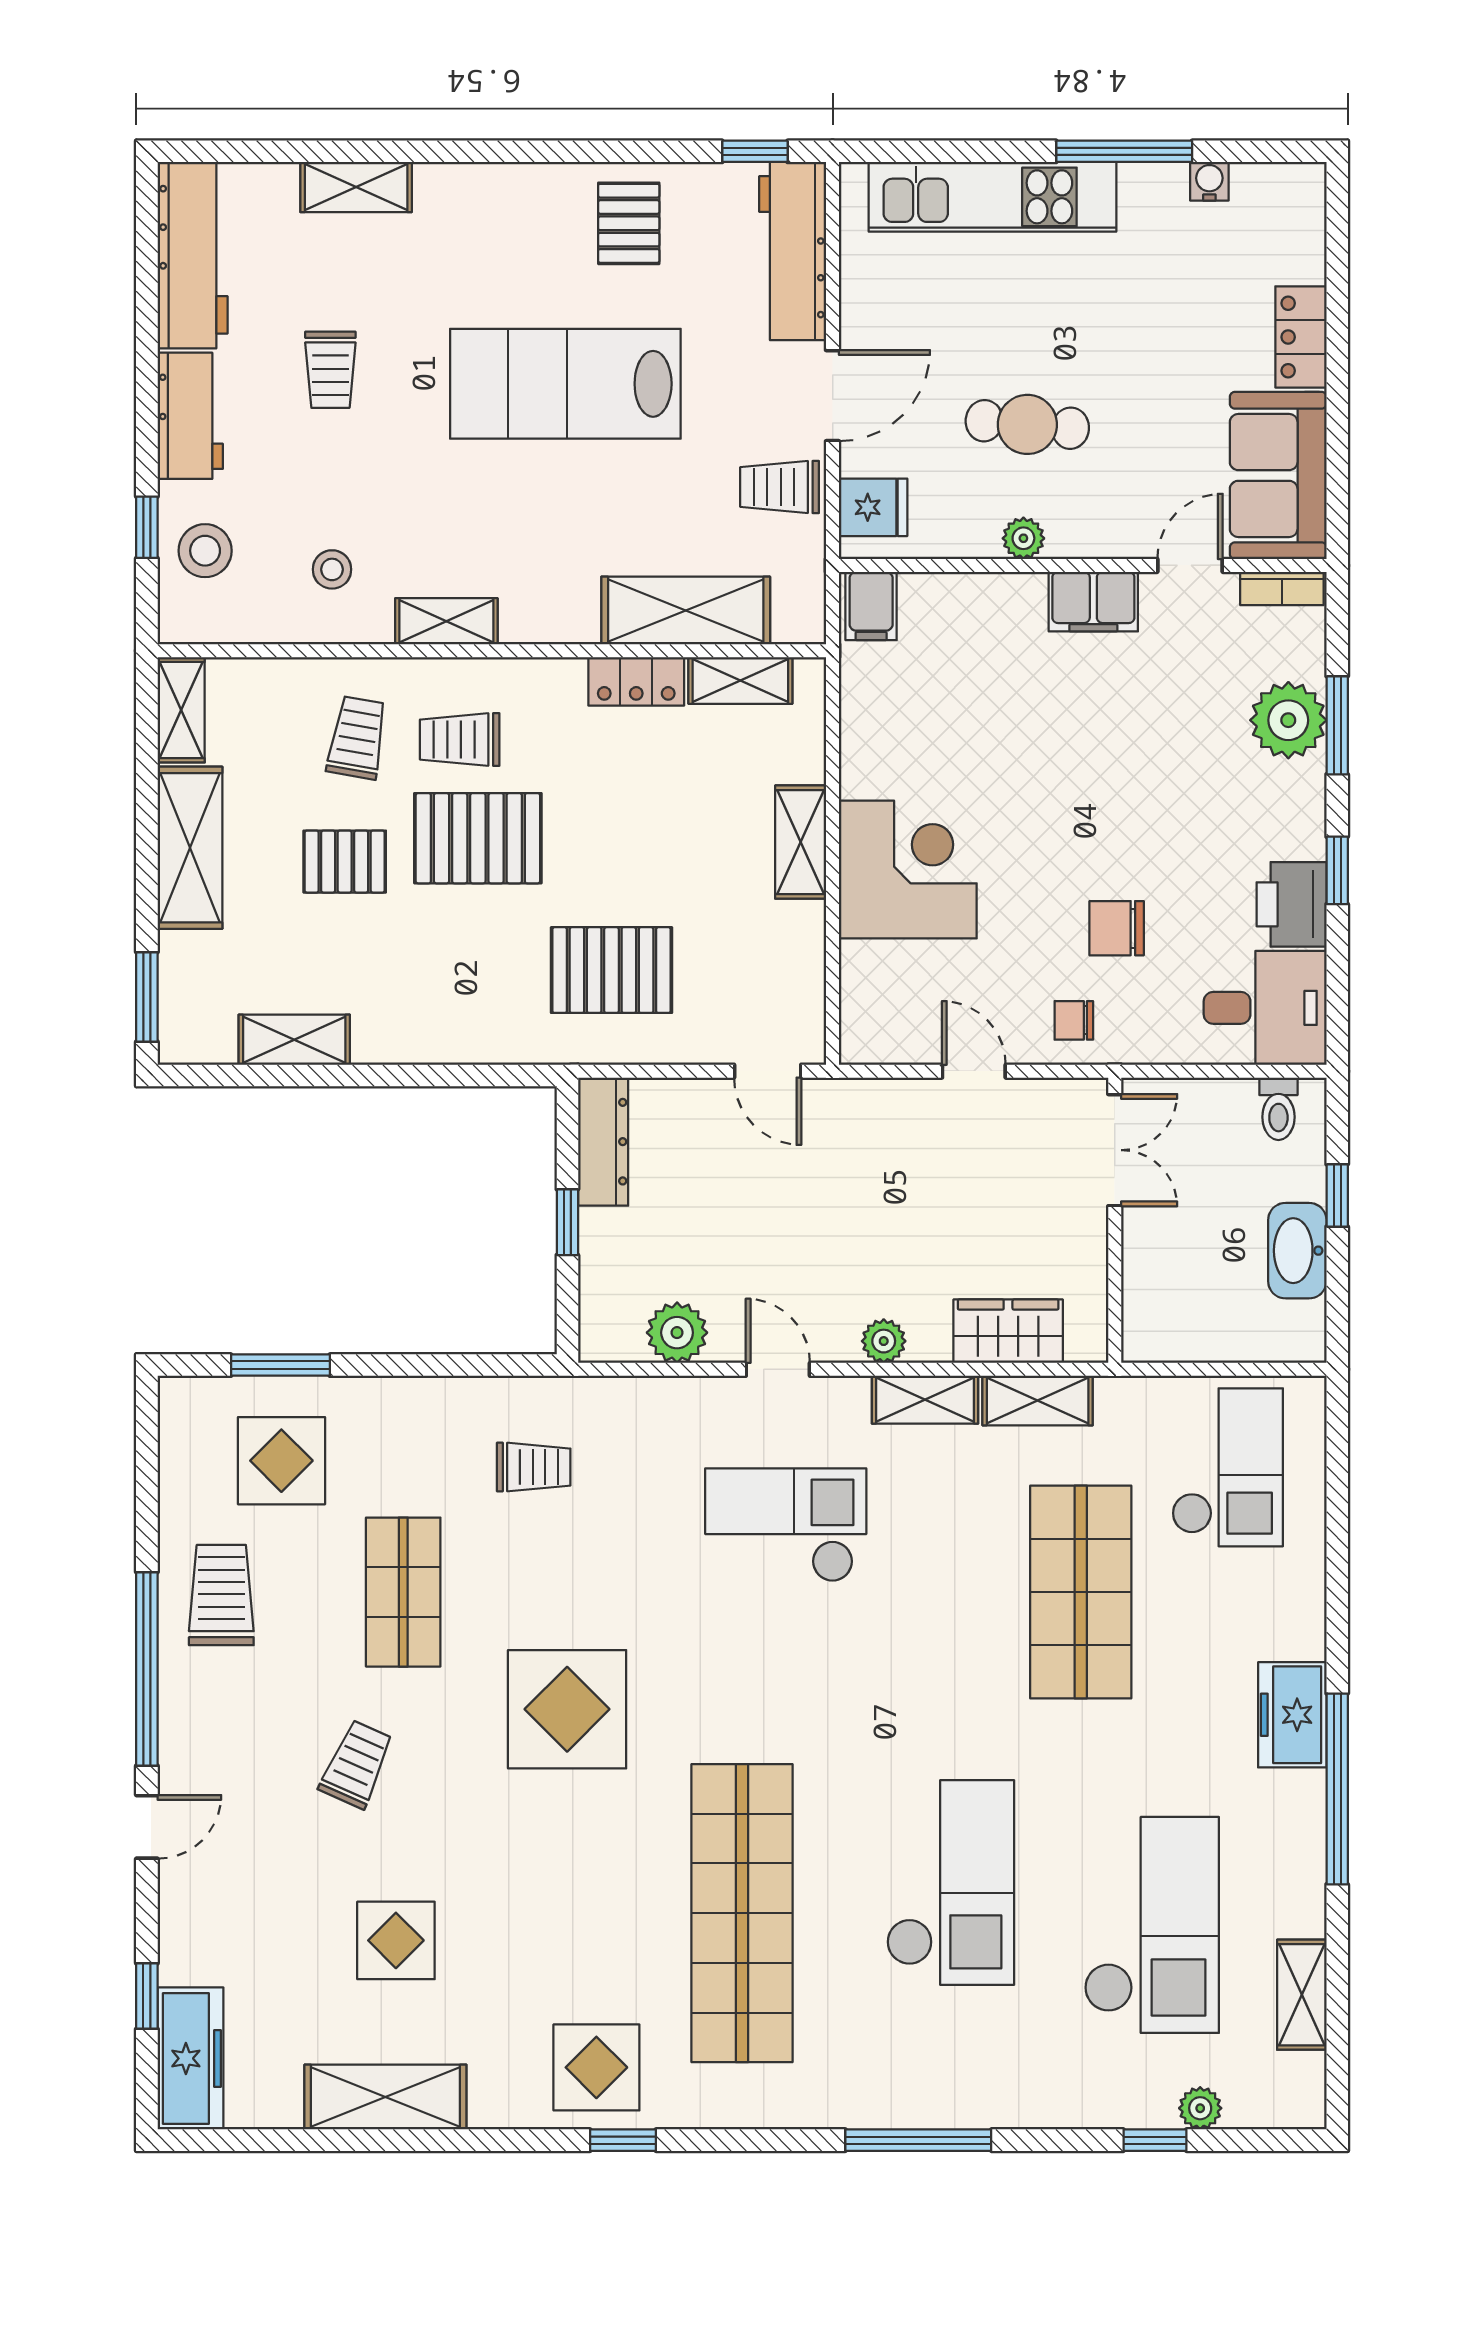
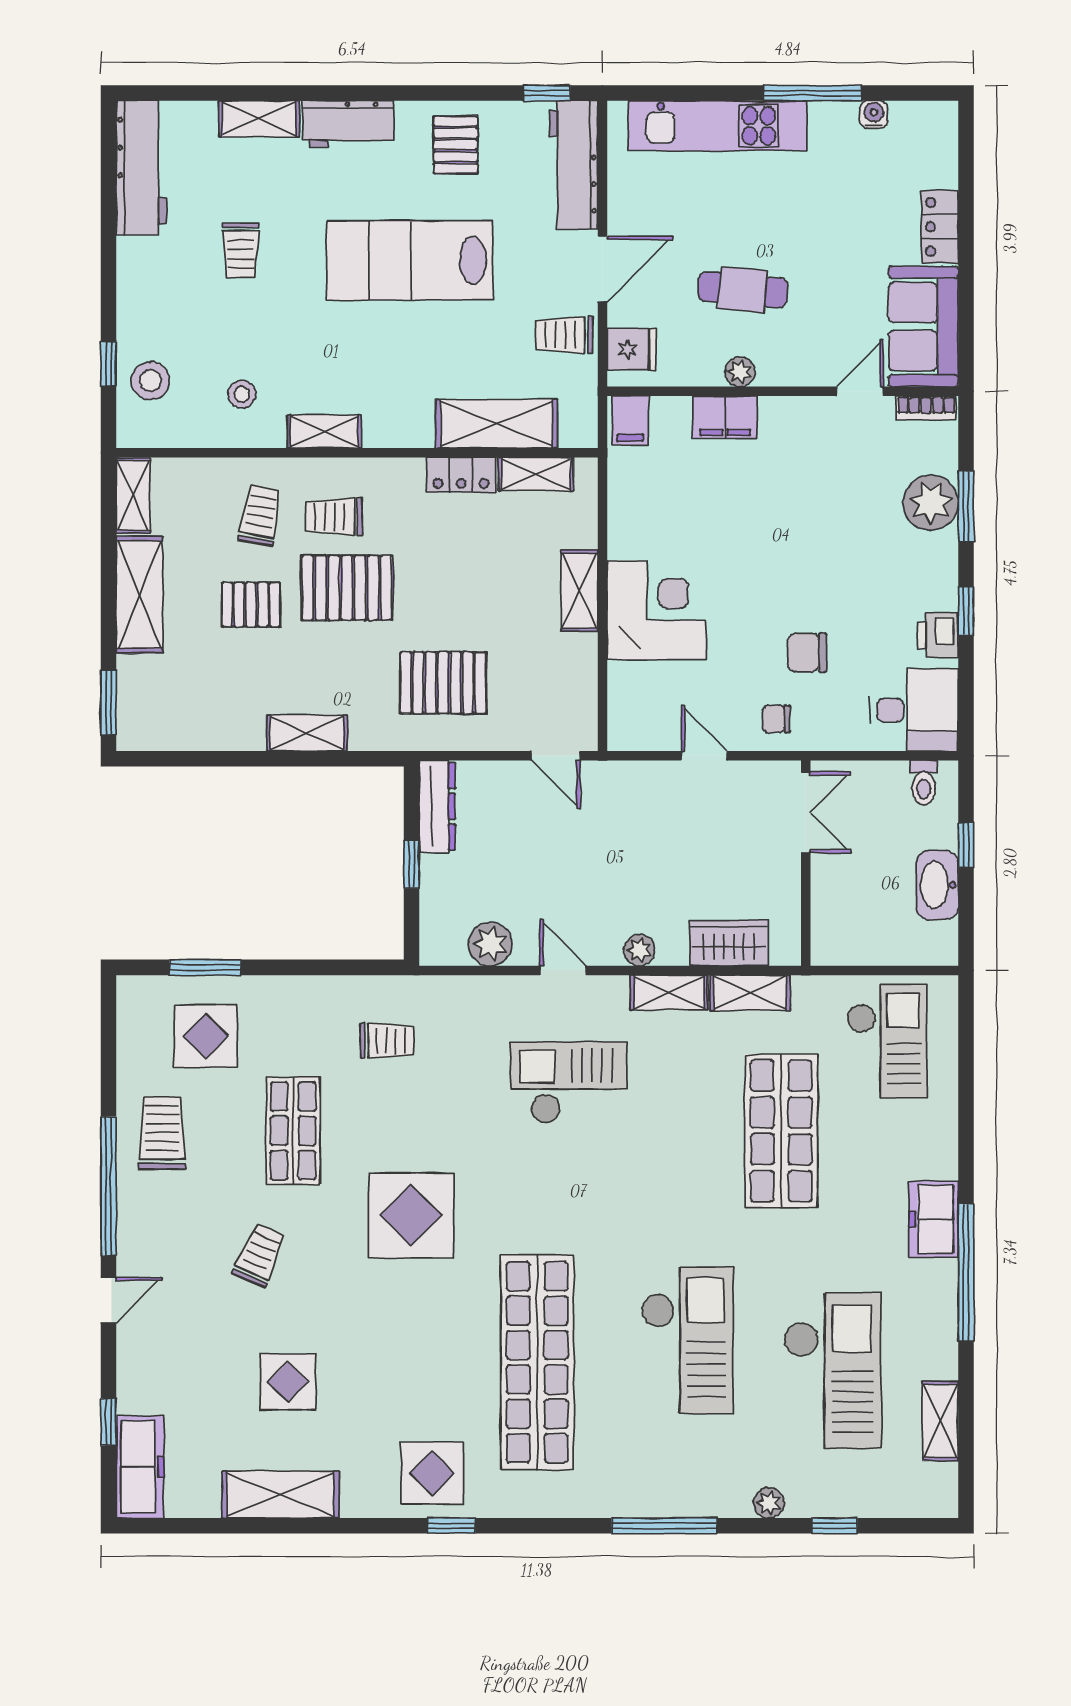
workbench: (190, 416) -> (348, 124), moved, turned 90
filing cabinet: (1093, 602) -> (725, 417), moved
printer: (1292, 904) -> (938, 635), width x0.73, depth x0.81
shelving: (294, 1040) -> (307, 733), moved
plant: (1200, 2108) -> (769, 1503), moved

